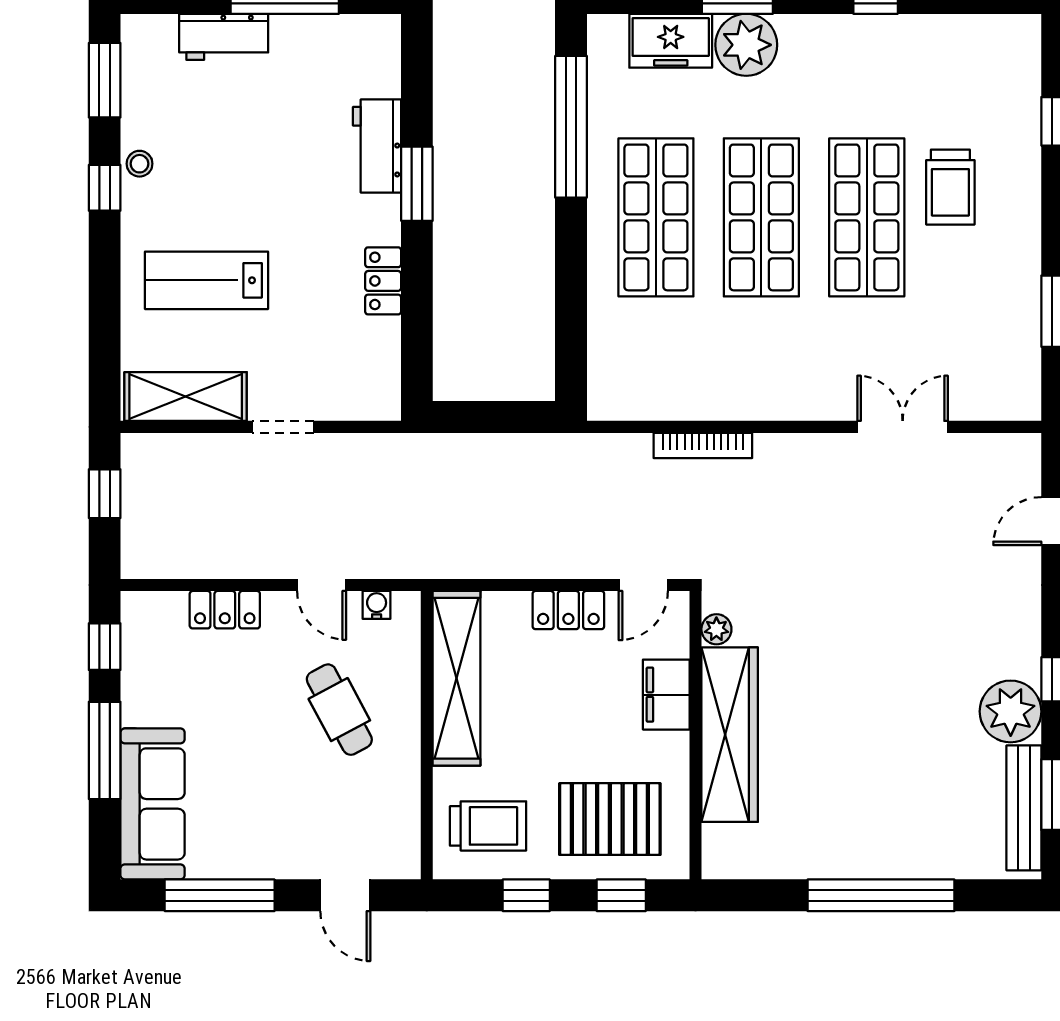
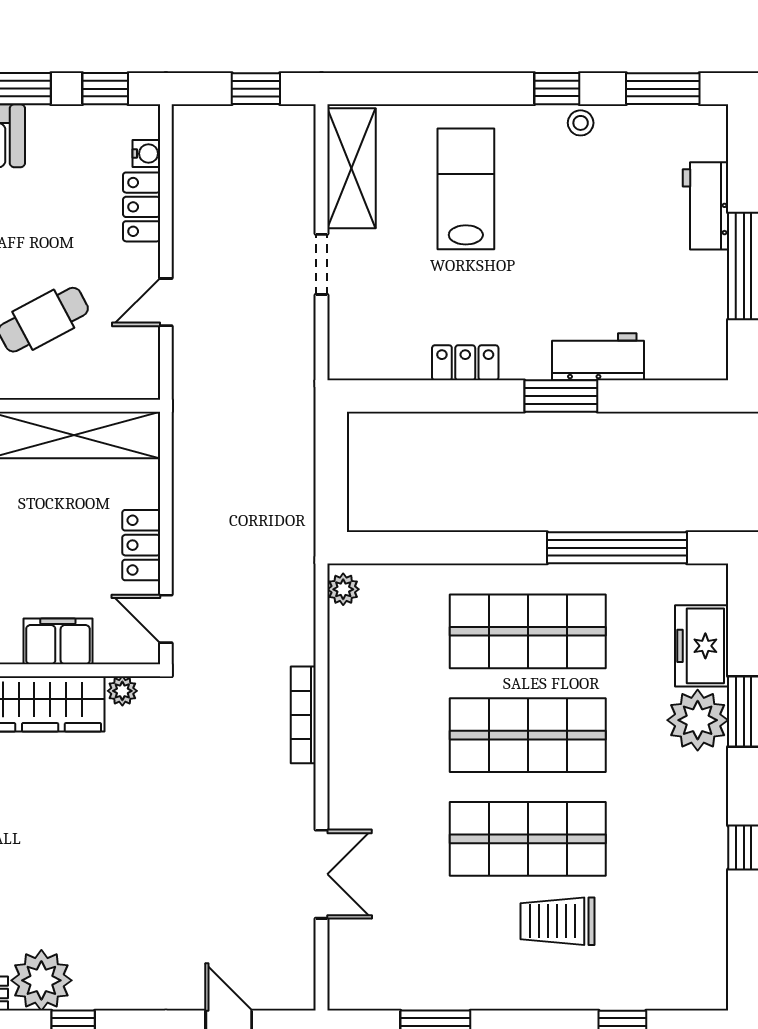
plant: (613, 405) -> (343, 589), added
bookcase: (703, 445) -> (303, 715), moved
water cooler: (377, 605) -> (146, 154), moved

